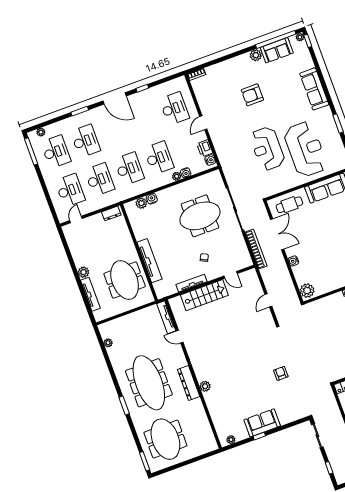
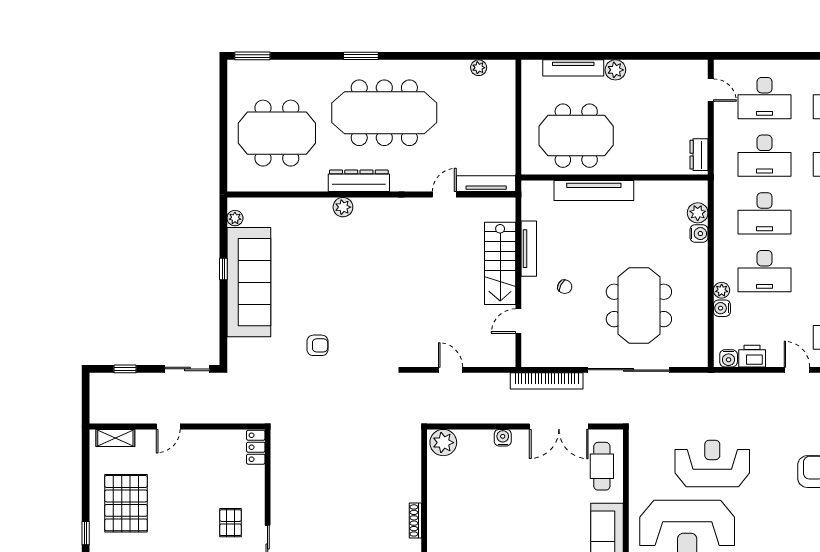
sofa: (262, 423) -> (249, 282), width x1.85, depth x1.27
meeting table: (165, 439) -> (277, 133), moved

